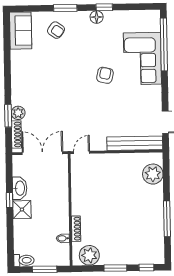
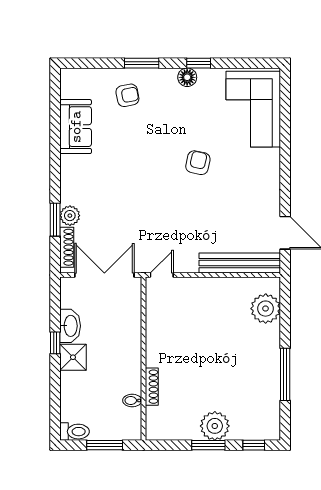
armchair: (56, 30) -> (127, 95), turned -47
sofa: (21, 31) -> (76, 127), moved
window: (164, 44) -> (285, 119), removed
corner sofa: (142, 59) -> (253, 109), moved
plant: (89, 255) -> (215, 426), moved

